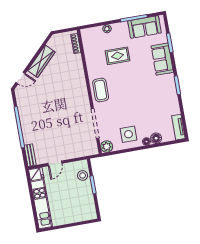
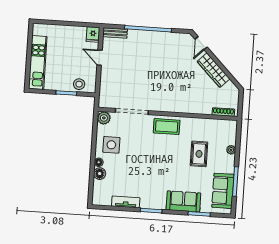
tv unit: (178, 127) -> (126, 202), moved
kitchen unit: (42, 204) -> (38, 63), moved, turned -90

